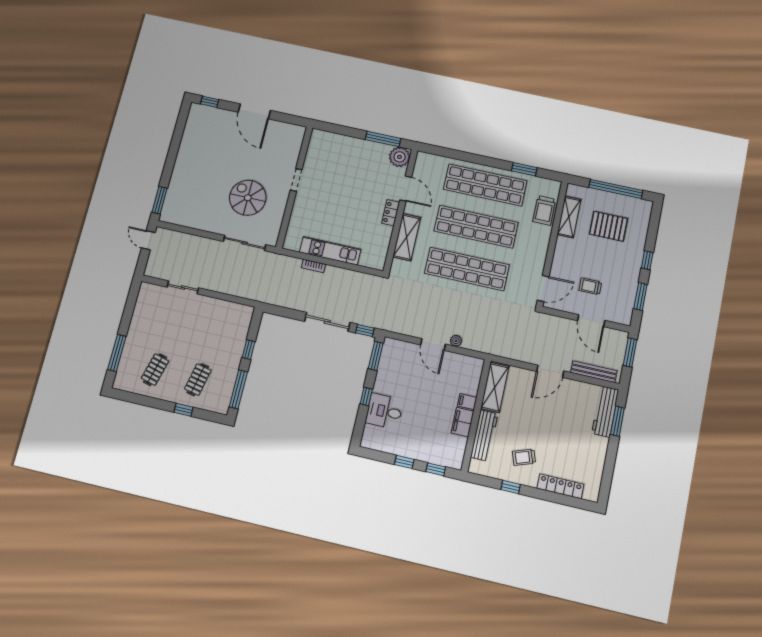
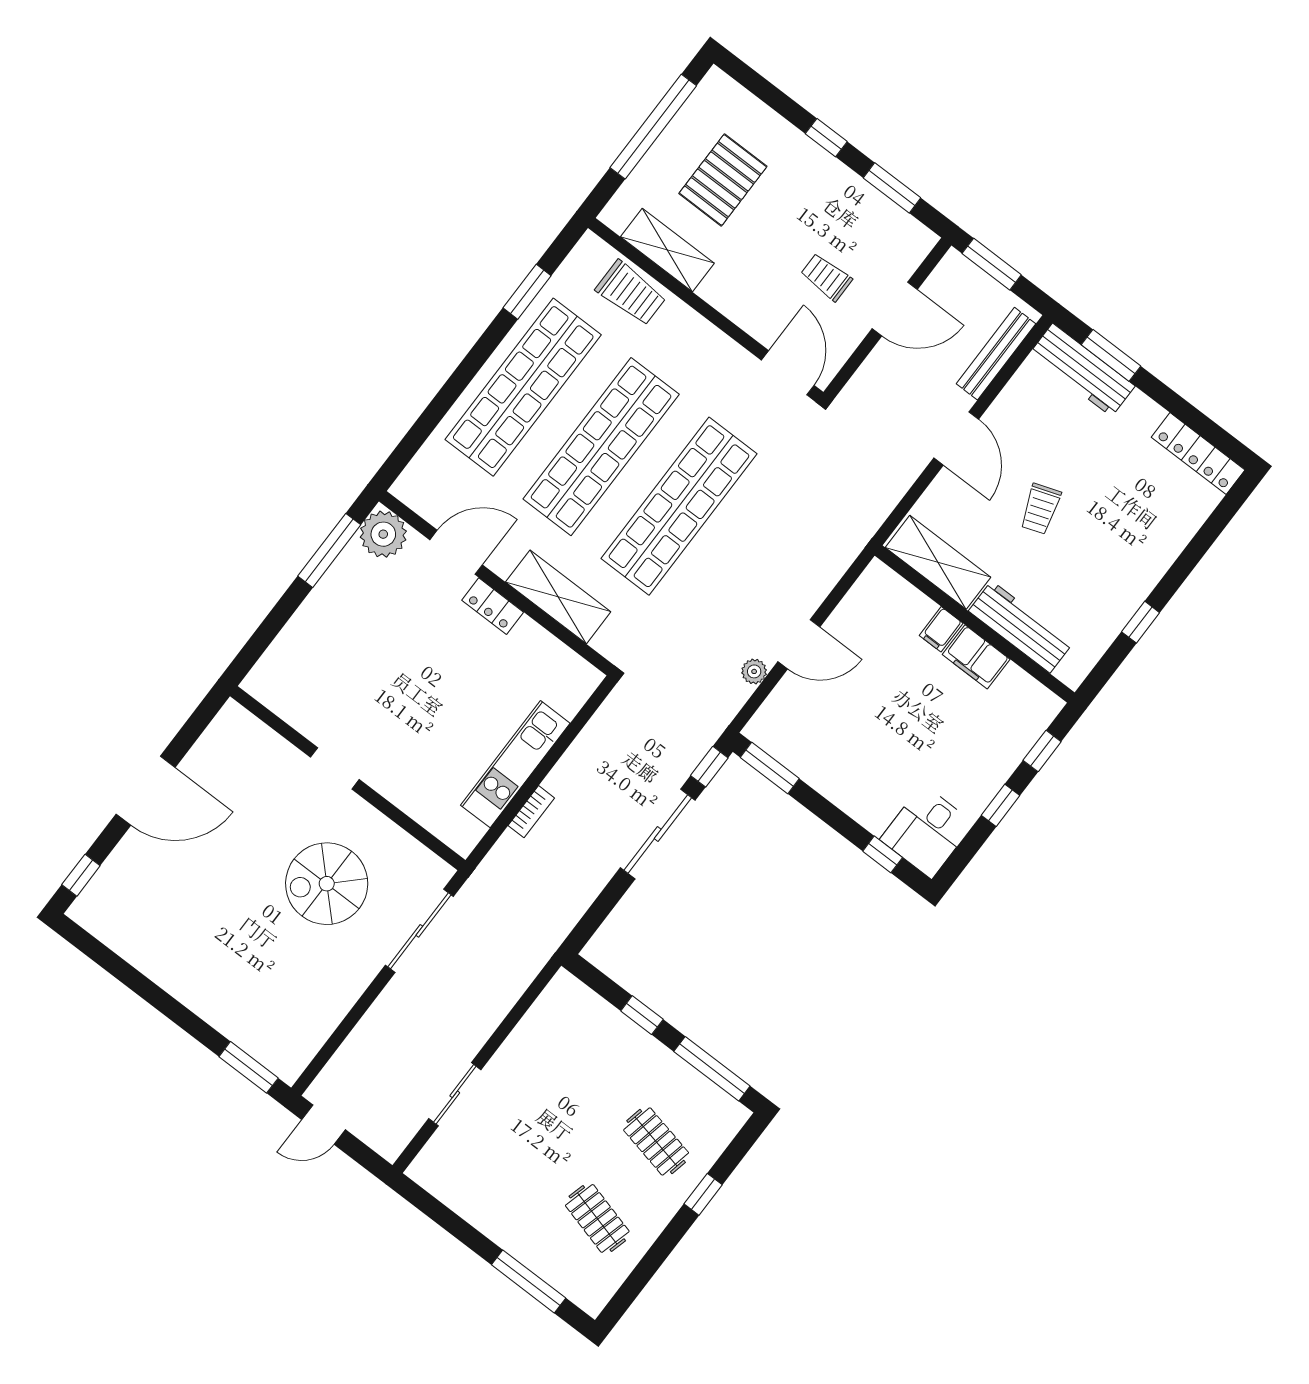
trolley: (590, 286) -> (826, 277), turned 90
plant: (456, 341) -> (754, 671), moved
window: (366, 396) -> (883, 854), moved
desk: (384, 411) -> (927, 831), moved
trolley: (524, 457) -> (1040, 509), moved
locker: (560, 486) -> (1198, 454), moved, turned -90

